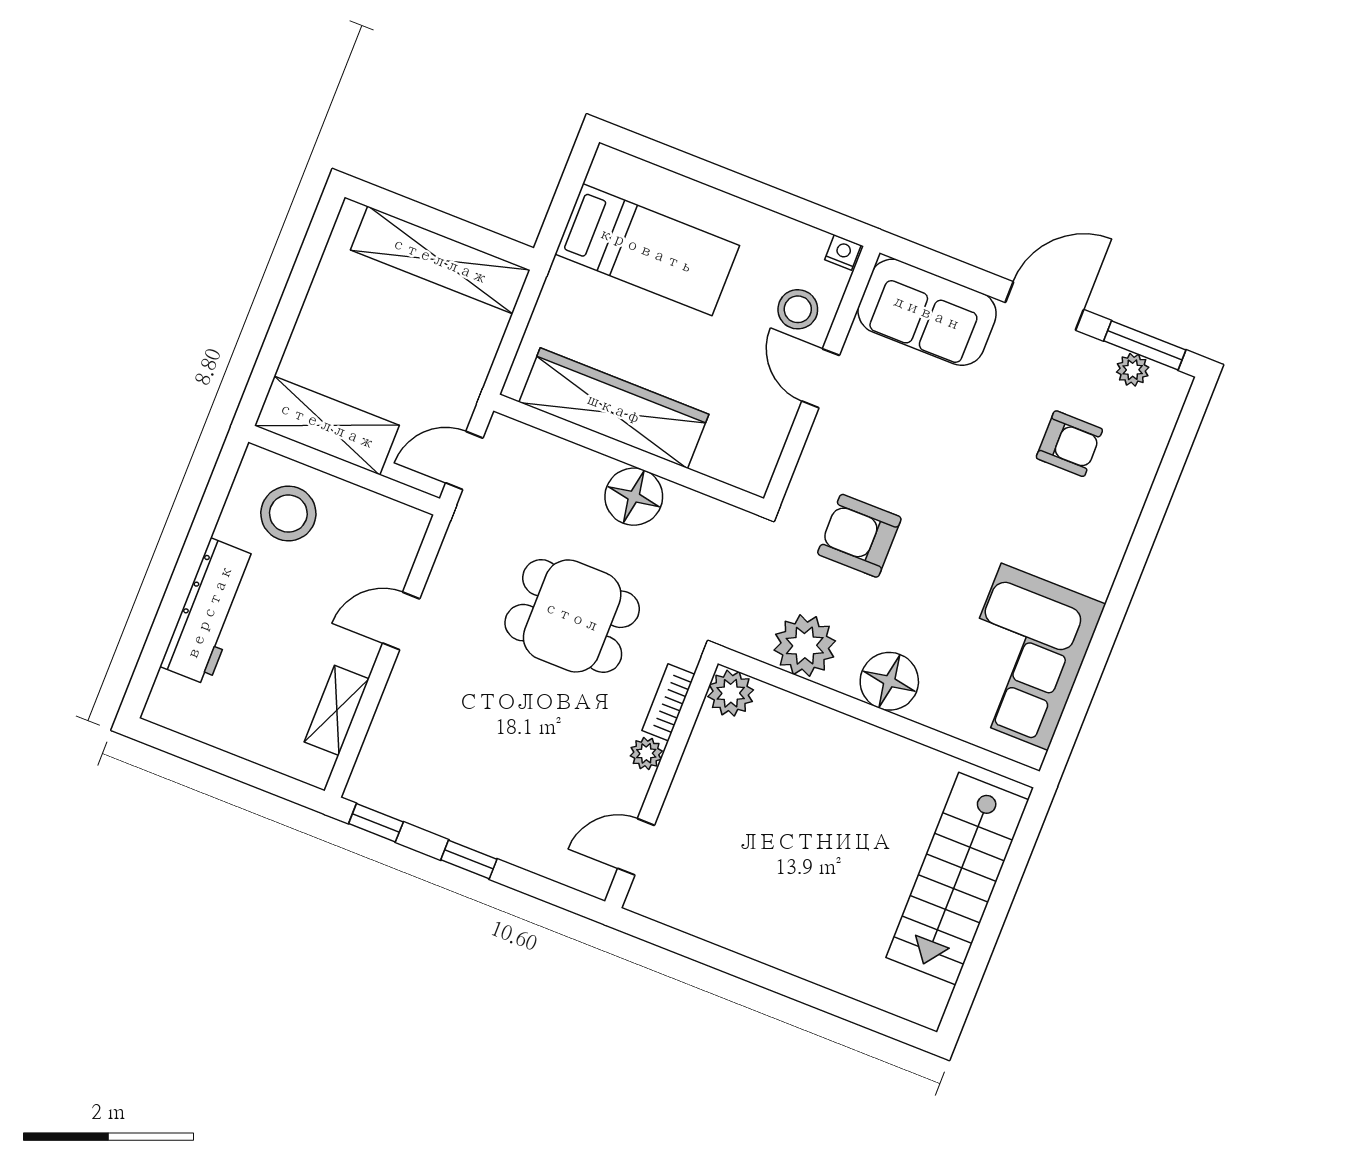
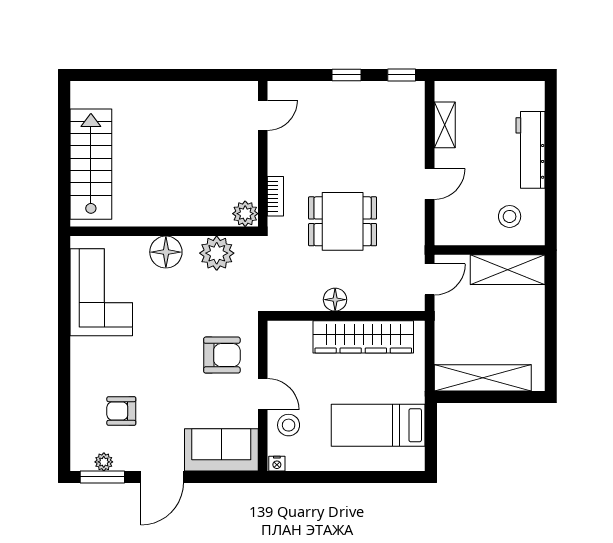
floor lamp: (634, 497) -> (335, 300), width x0.73, depth x0.73
stool: (288, 514) -> (510, 216), width x0.73, depth x0.73
armchair: (859, 536) -> (222, 355), moved
plant: (646, 753) -> (276, 165), removed

